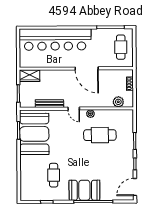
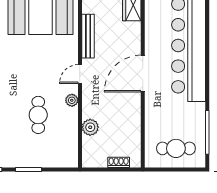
door: (87, 68) -> (143, 74), moved
plant: (118, 102) -> (90, 127), moved
cafe table: (100, 135) -> (38, 115), width x0.73, depth x0.74

